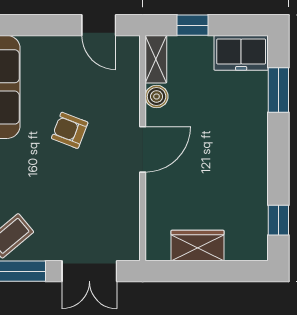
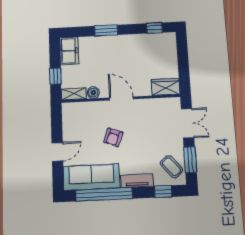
door: (99, 25) -> (57, 152), moved
window: (278, 90) -> (106, 30), moved
wardrobe: (198, 245) -> (166, 87), moved, turned 90

